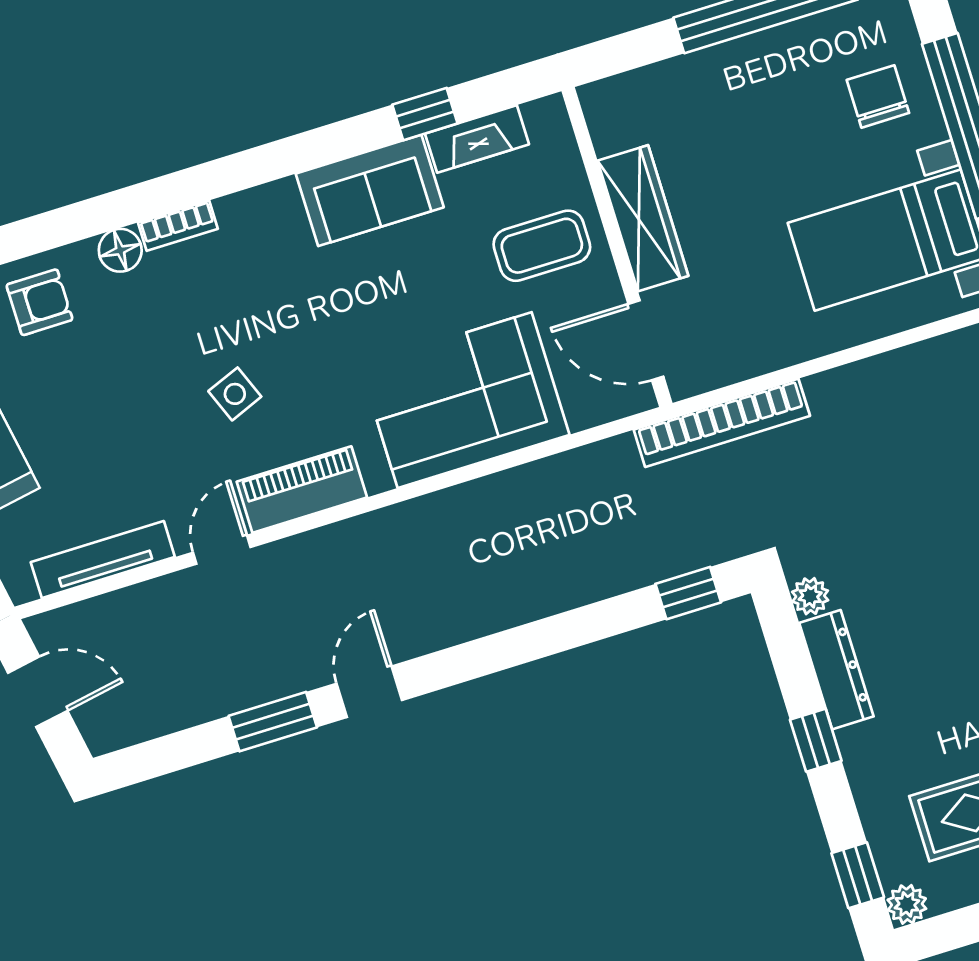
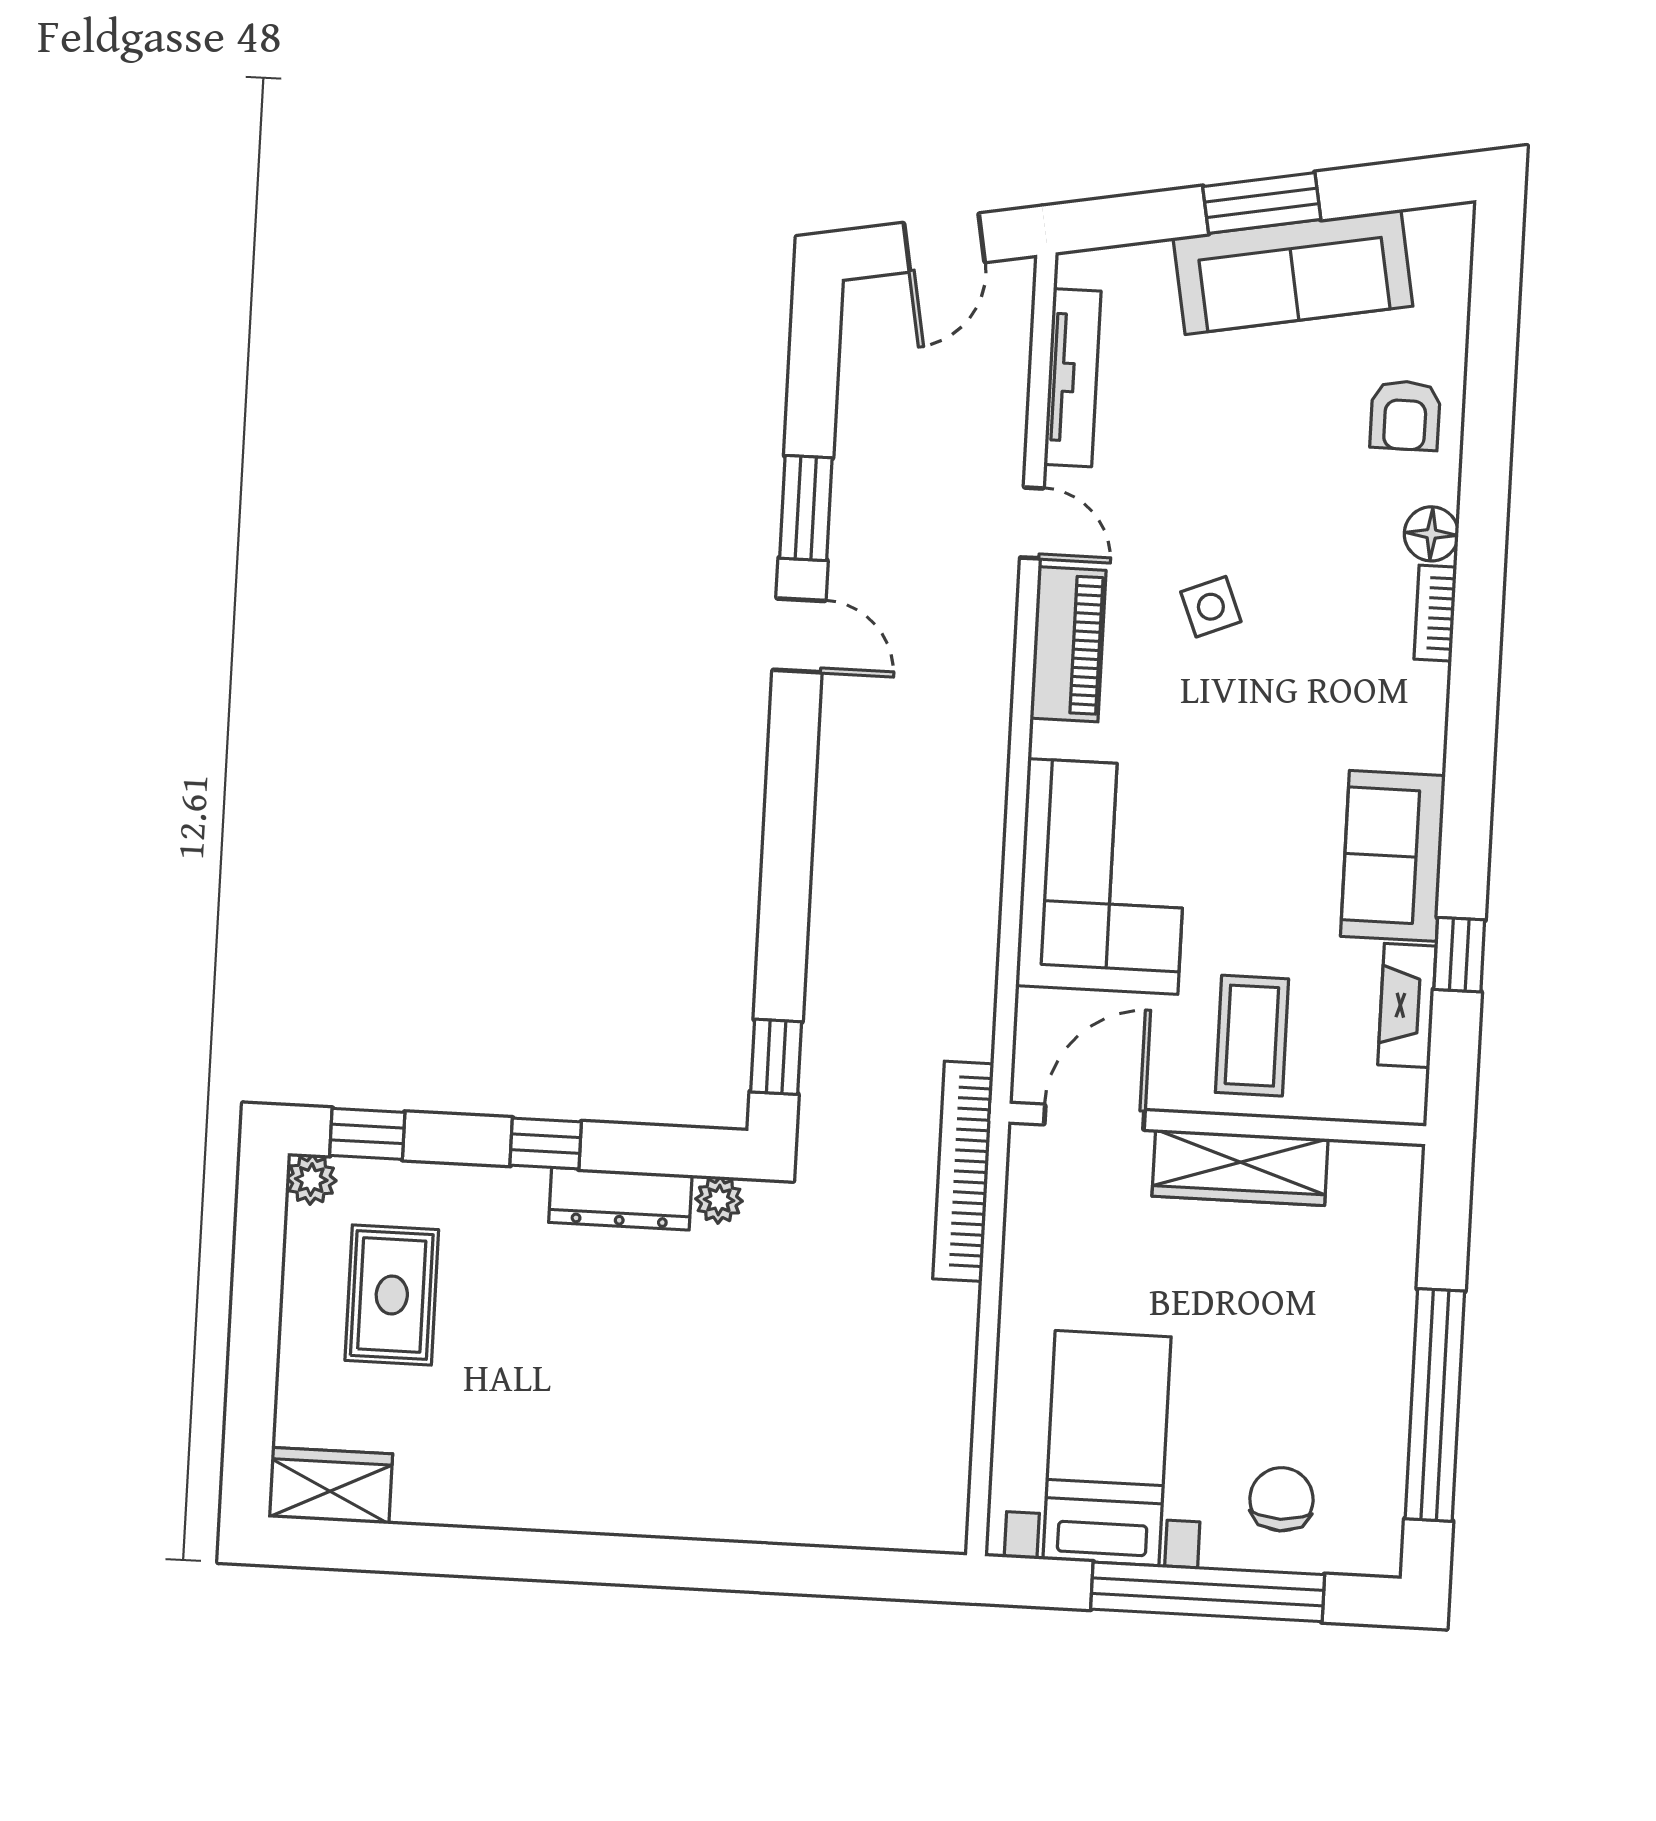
chair: (878, 96) -> (1281, 1499), turned -90

